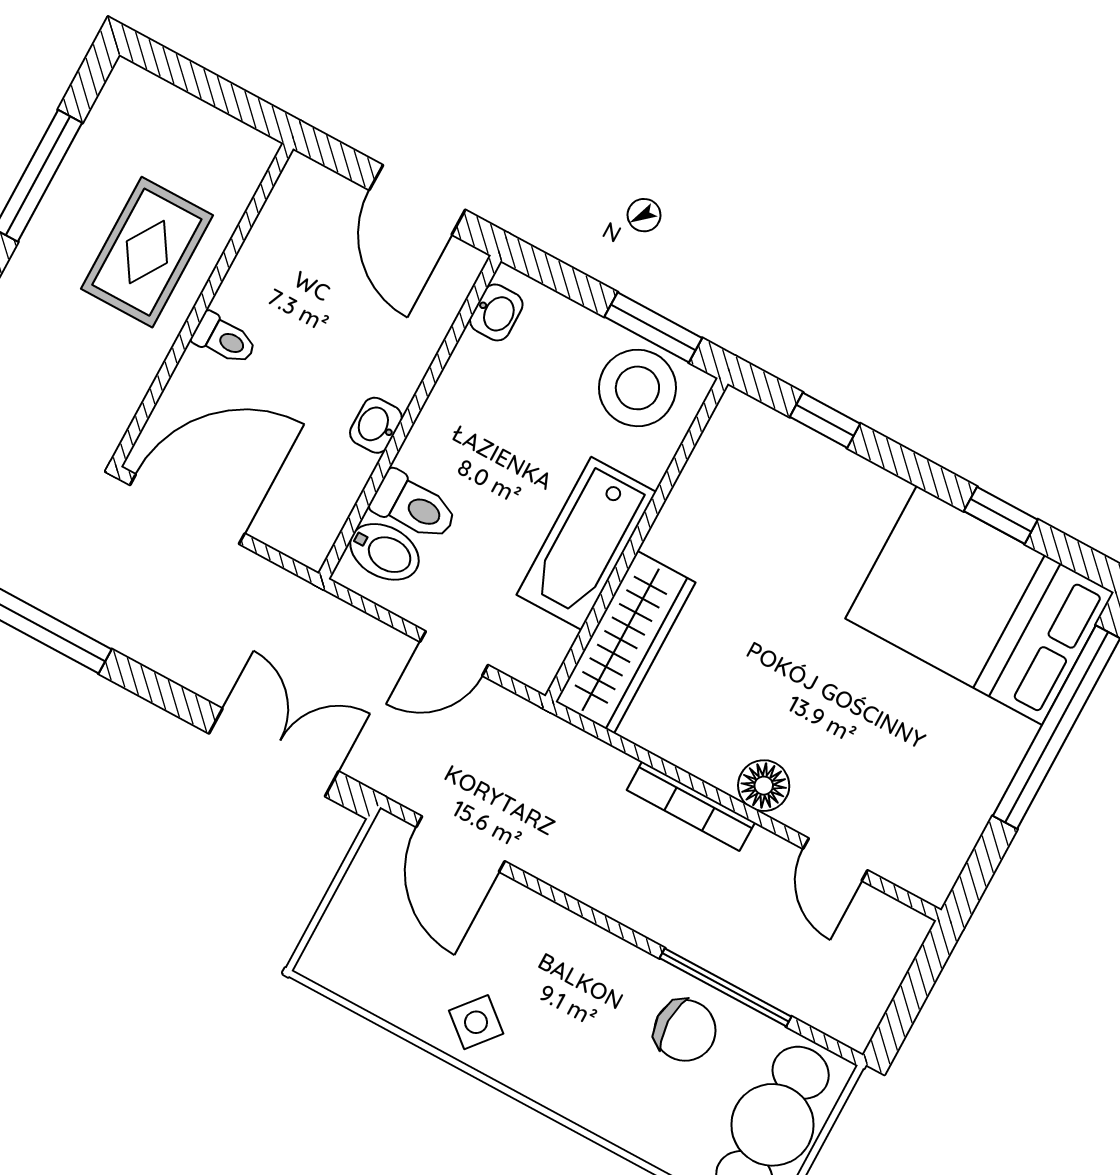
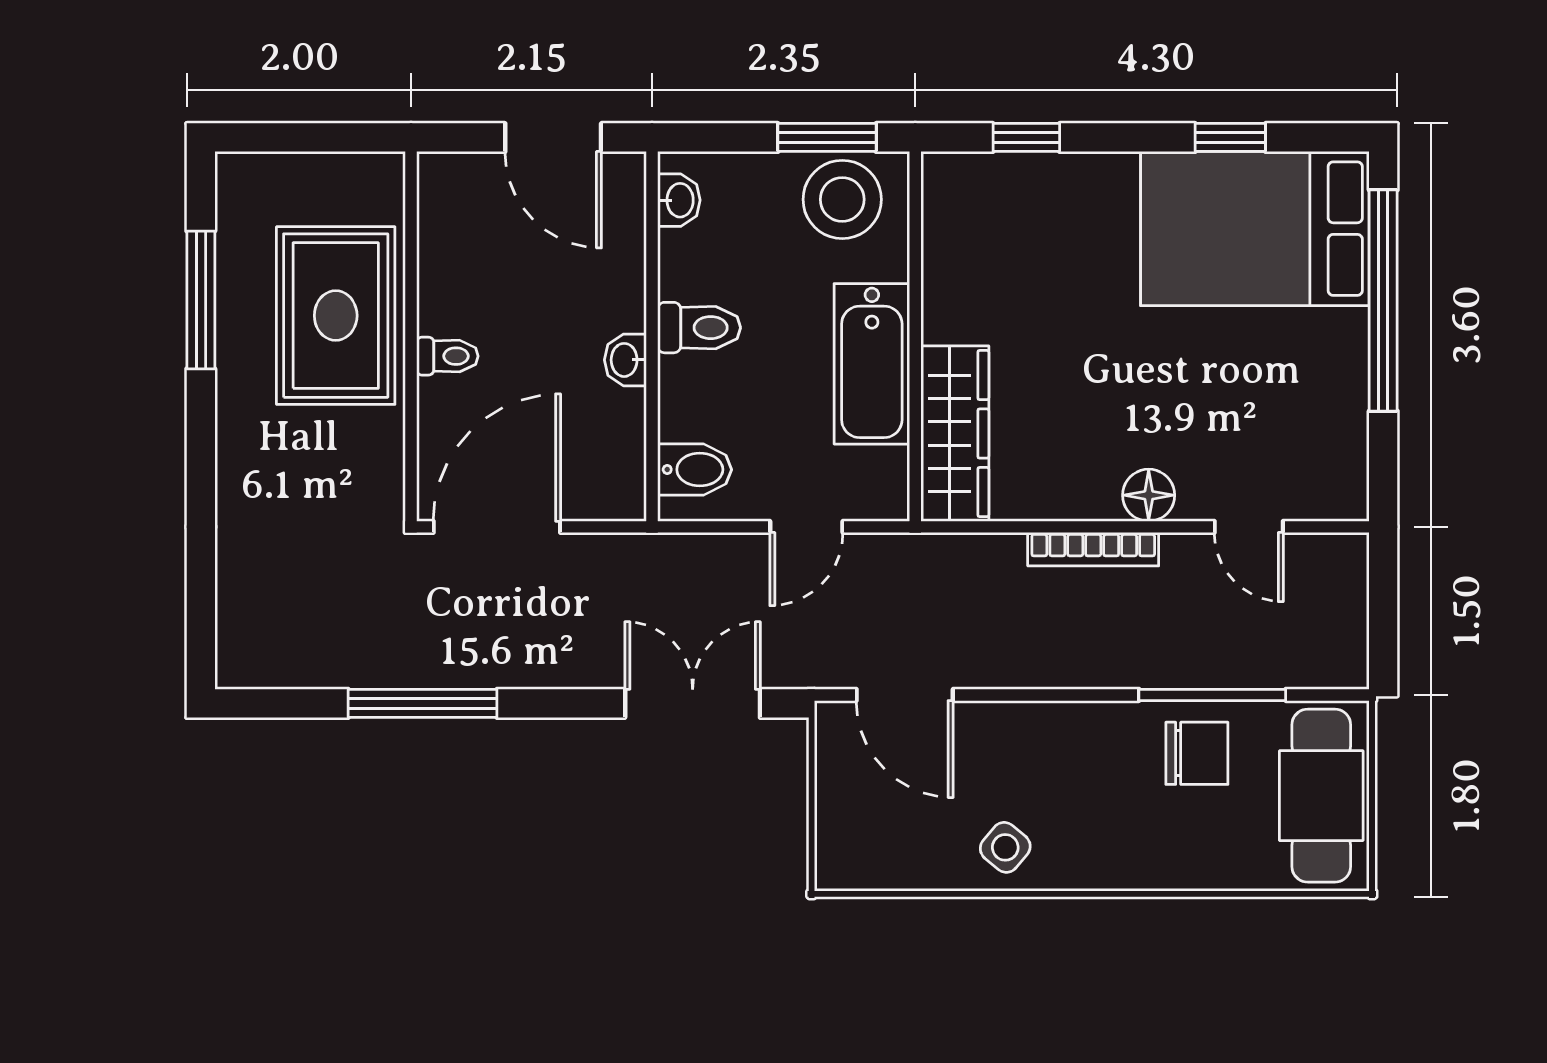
rug: (147, 252) -> (336, 316), width x1.36, depth x1.43
toilet: (414, 506) -> (699, 328), moved

